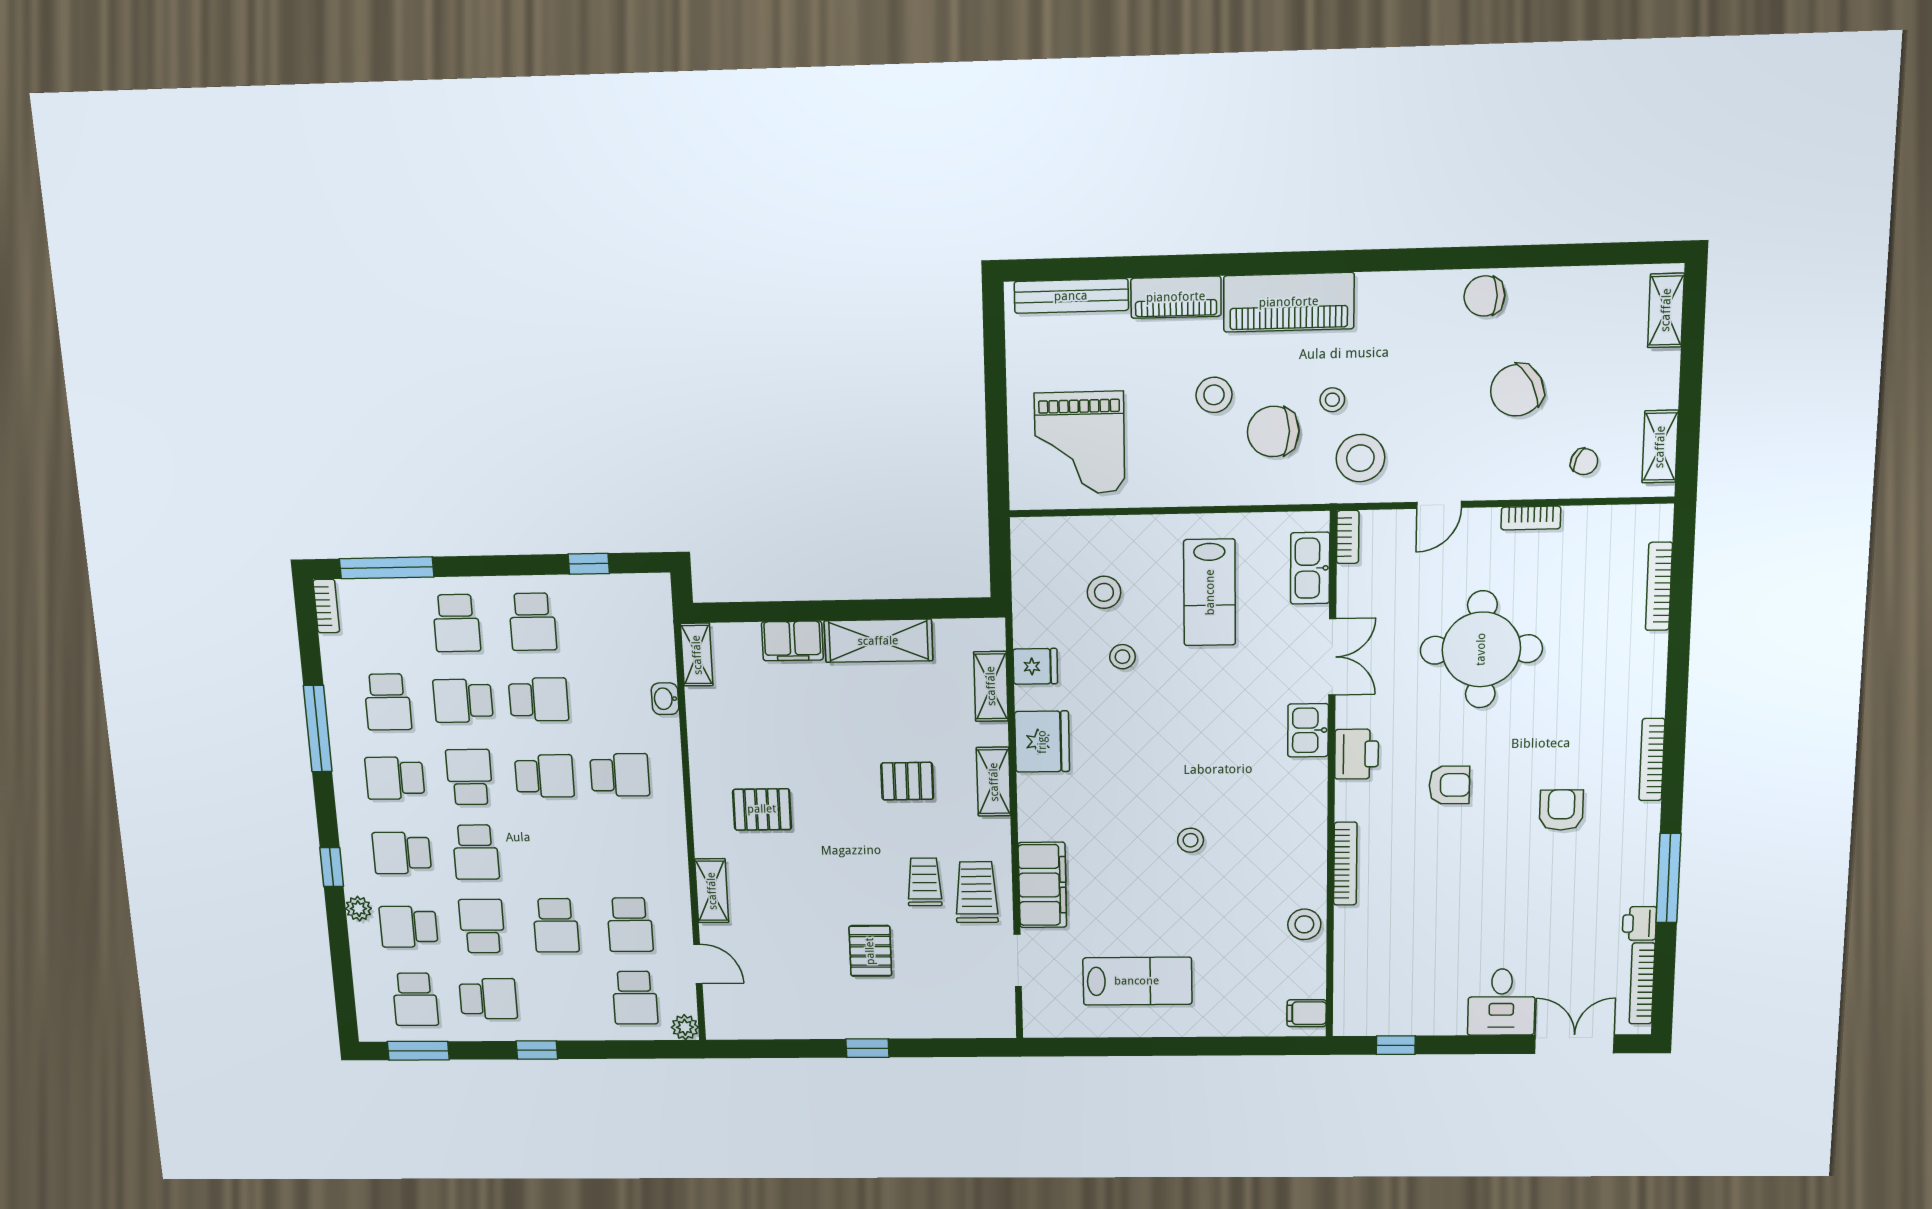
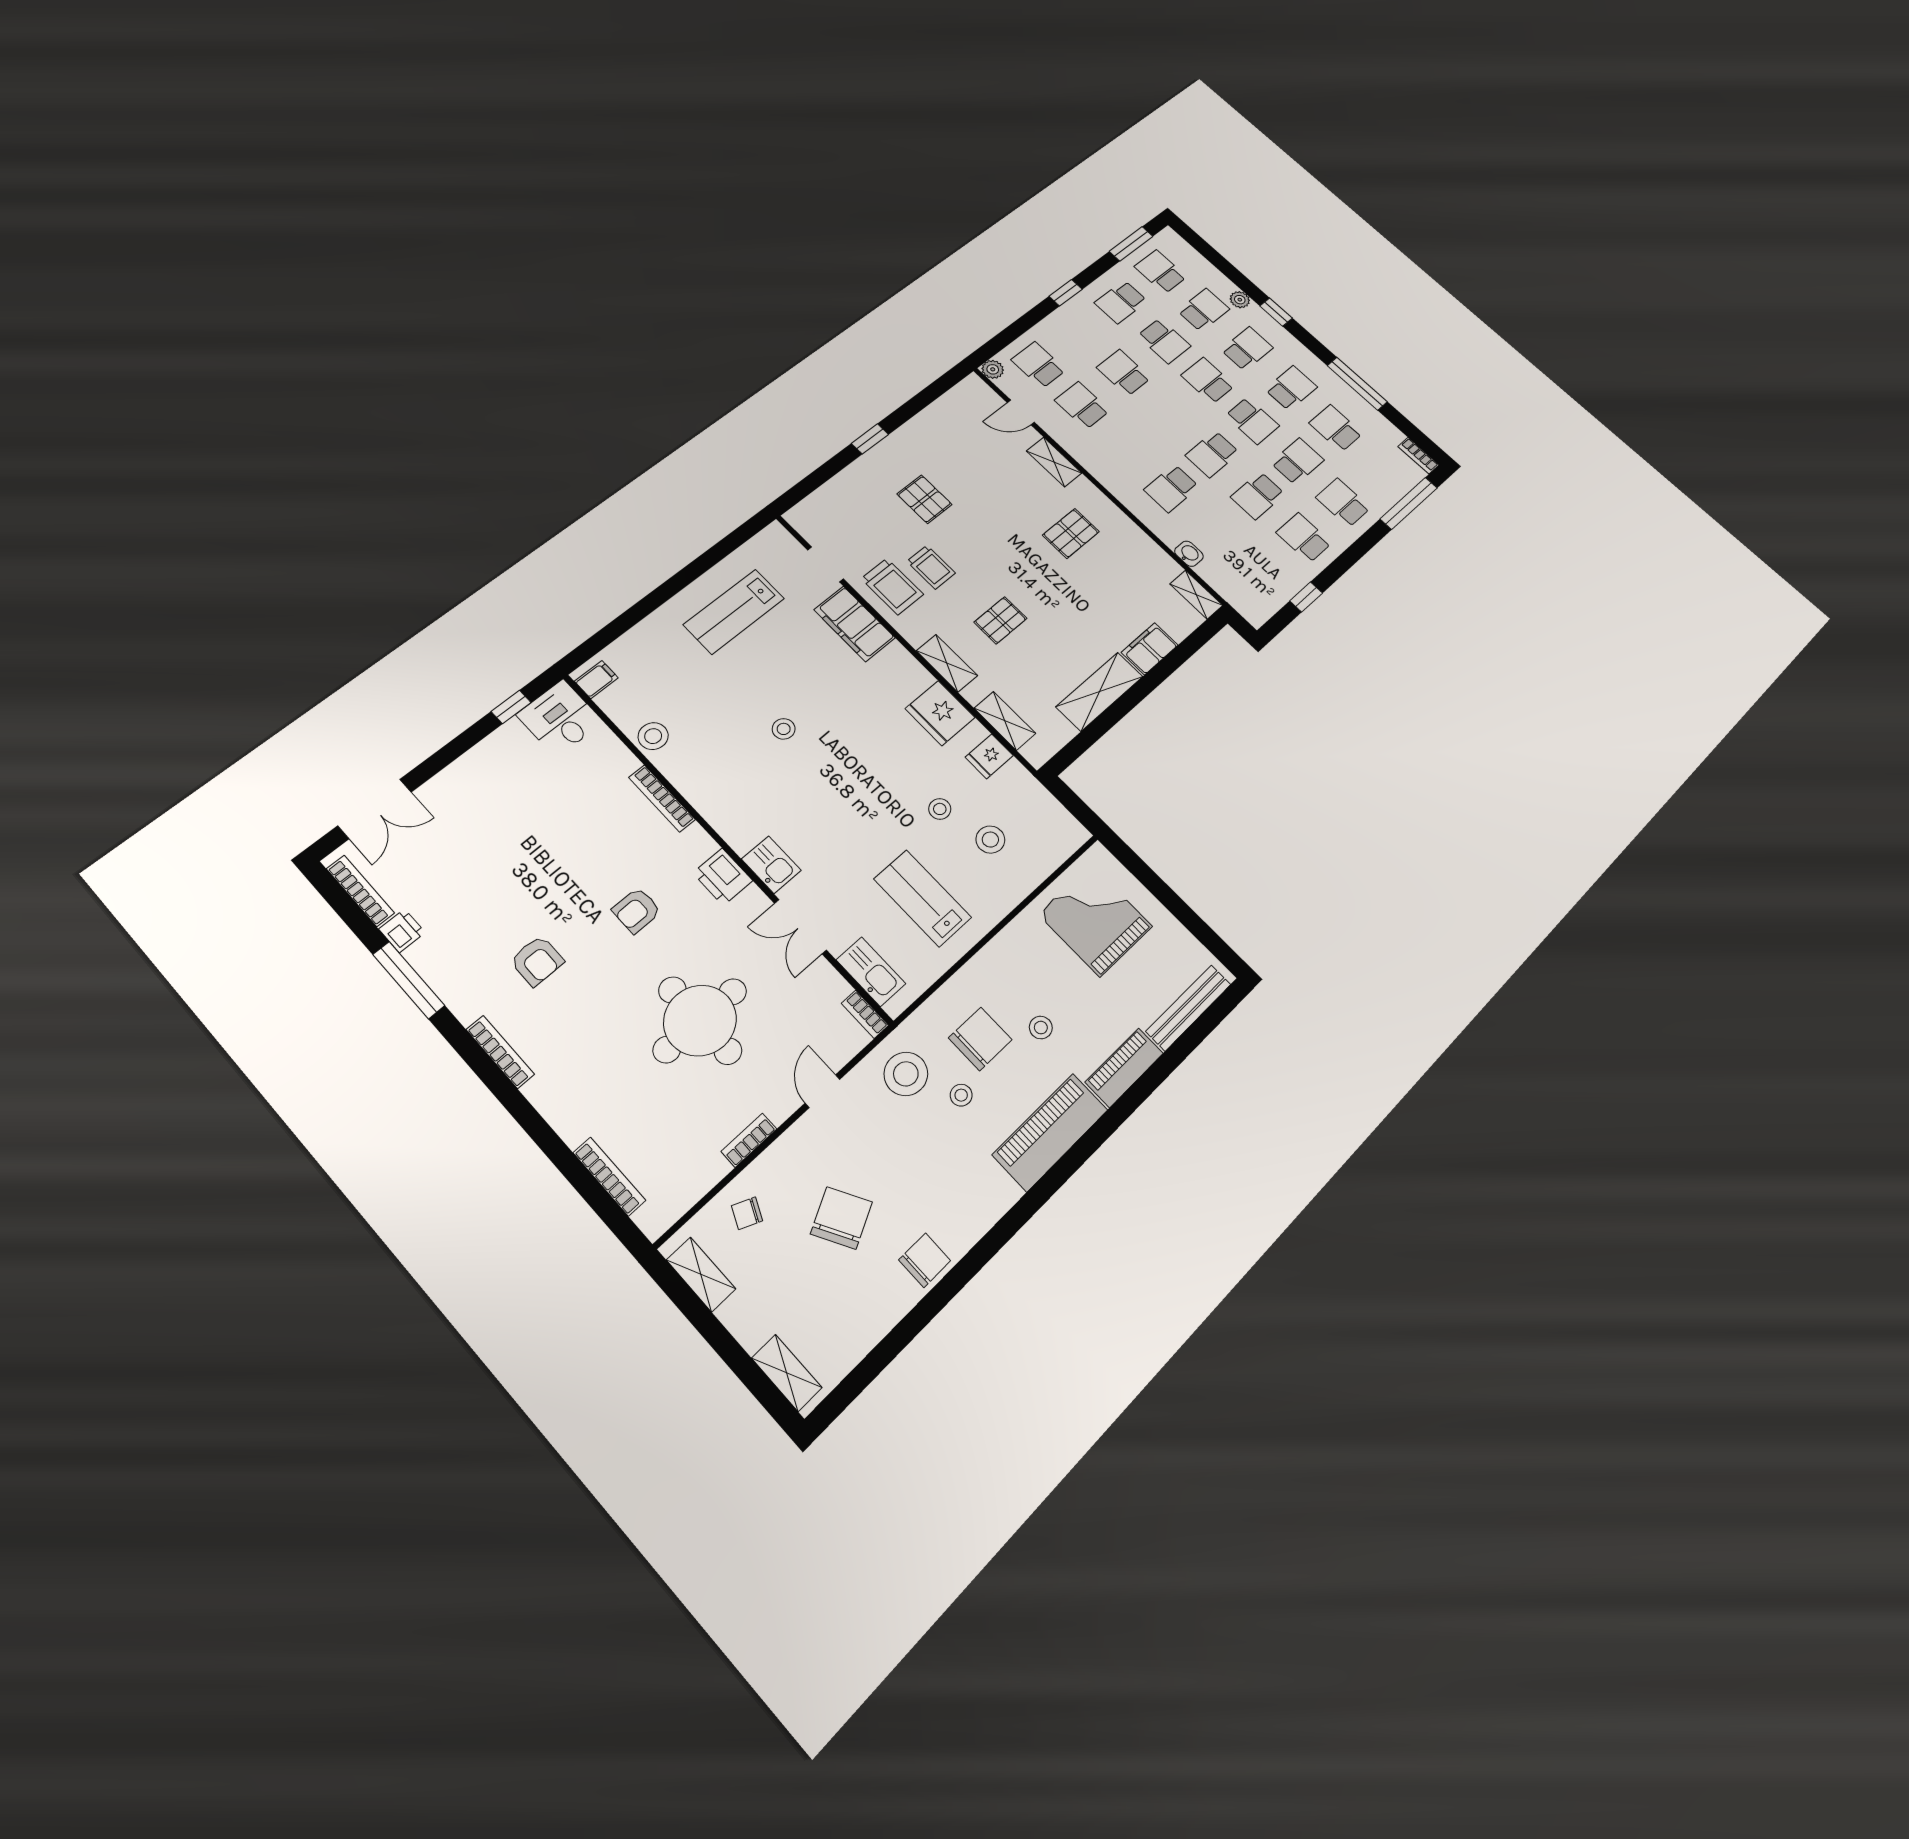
stool: (1214, 395) -> (1041, 1028), width x0.73, depth x0.73
desk: (1501, 1002) -> (560, 718), moved

